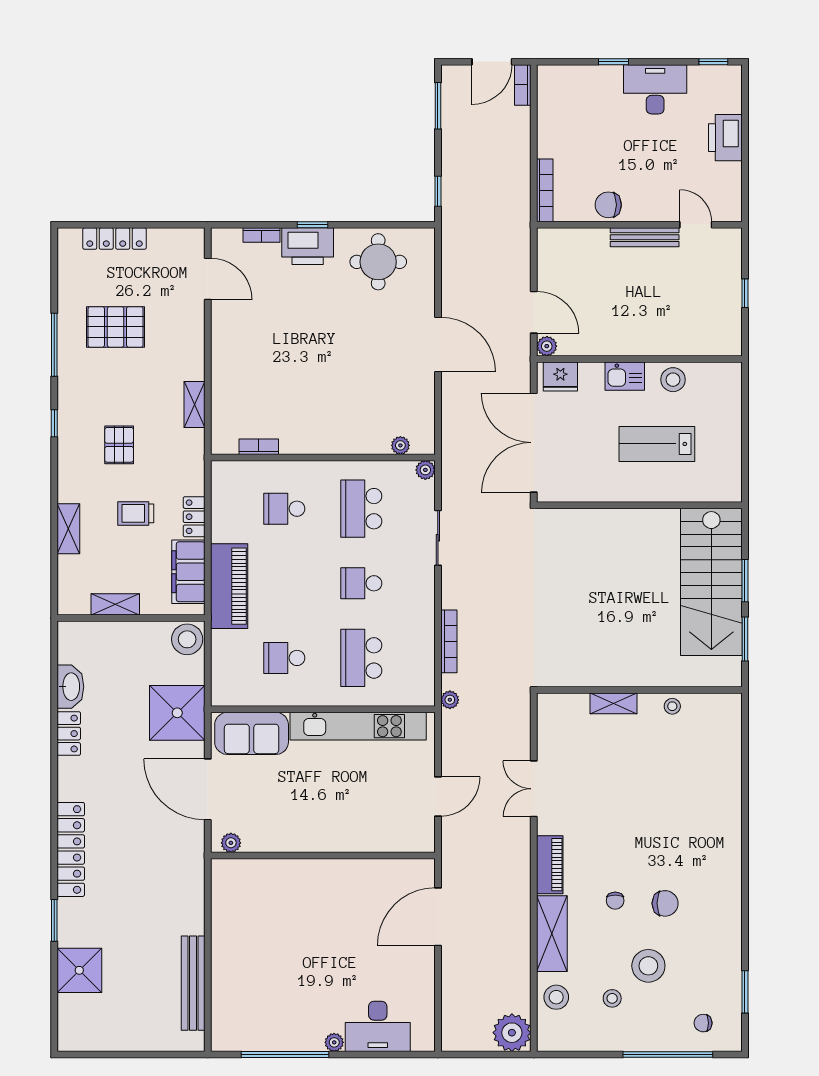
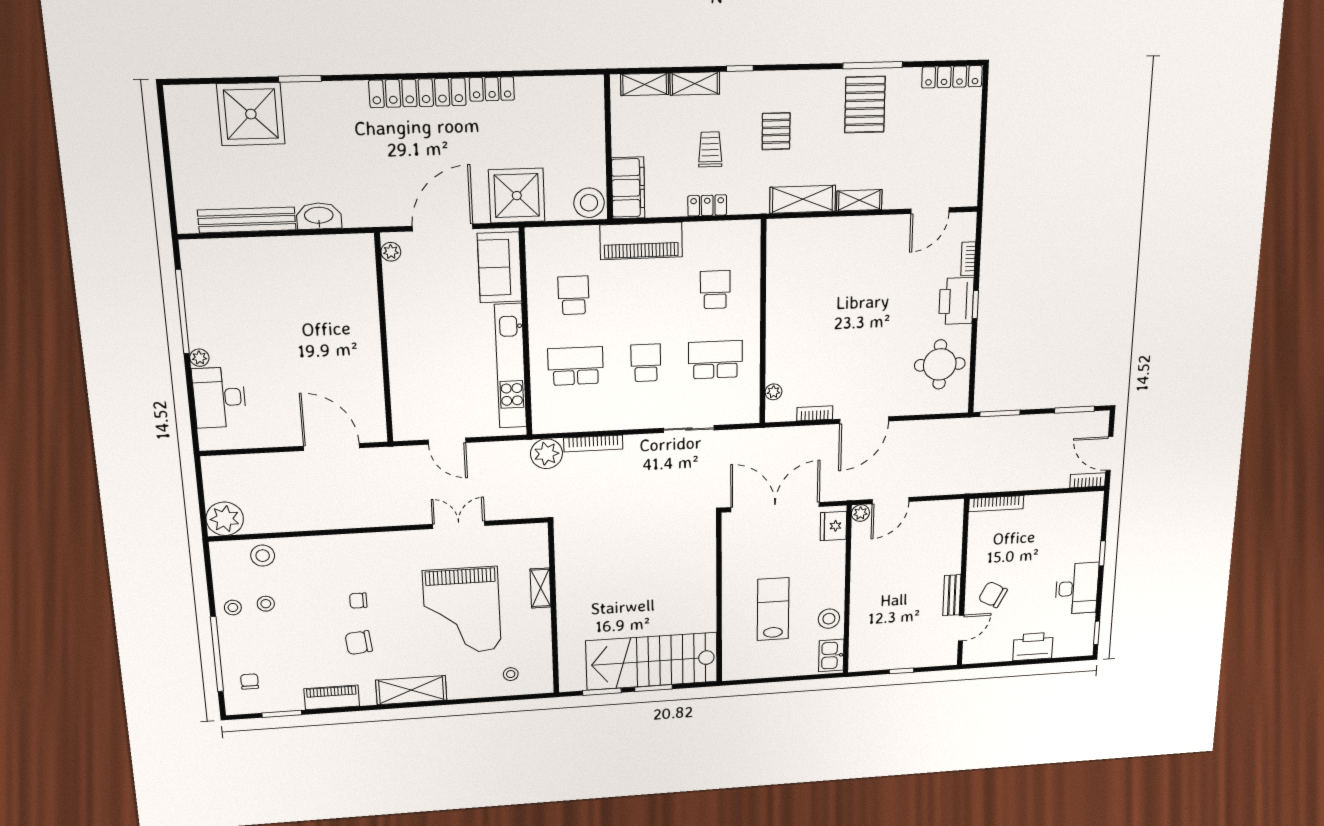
window: (438, 191) -> (1000, 413), width x1.50
chair: (608, 205) -> (993, 595), moved, turned -62
bench: (645, 237) -> (952, 595), width x0.73
locker: (115, 239) -> (952, 77), moved, turned -90
pallet: (116, 327) -> (865, 105), moved
shelving: (194, 356) -> (859, 200), added
kitchen sink: (625, 376) -> (831, 655), moved
shelving: (194, 405) -> (803, 199), width x1.50, depth x1.33
window: (54, 423) -> (740, 68), moved
pallet: (119, 445) -> (776, 131), turned 90
bookcase: (259, 447) -> (815, 413), moved, turned -90
plant: (425, 470) -> (751, 415), removed
filing cabinet: (188, 572) -> (628, 188), moved, turned 90
shelving: (115, 604) -> (645, 84), moved, turned 90
washbasin: (70, 687) -> (319, 216), moved, turned 180
plant: (450, 700) -> (546, 454), width x1.87, depth x1.87
stool: (672, 706) -> (511, 674), moved
grand piano: (635, 790) -> (462, 611), added
locker: (71, 849) -> (418, 93), moved
piano: (550, 865) -> (332, 697), moved, turned 180
chair: (665, 903) -> (359, 643), turned 84
shelving: (552, 934) -> (411, 690), moved
stool: (648, 966) -> (233, 608), moved, width x0.53, depth x0.53
shower: (79, 970) -> (251, 114), width x1.37, depth x1.37

